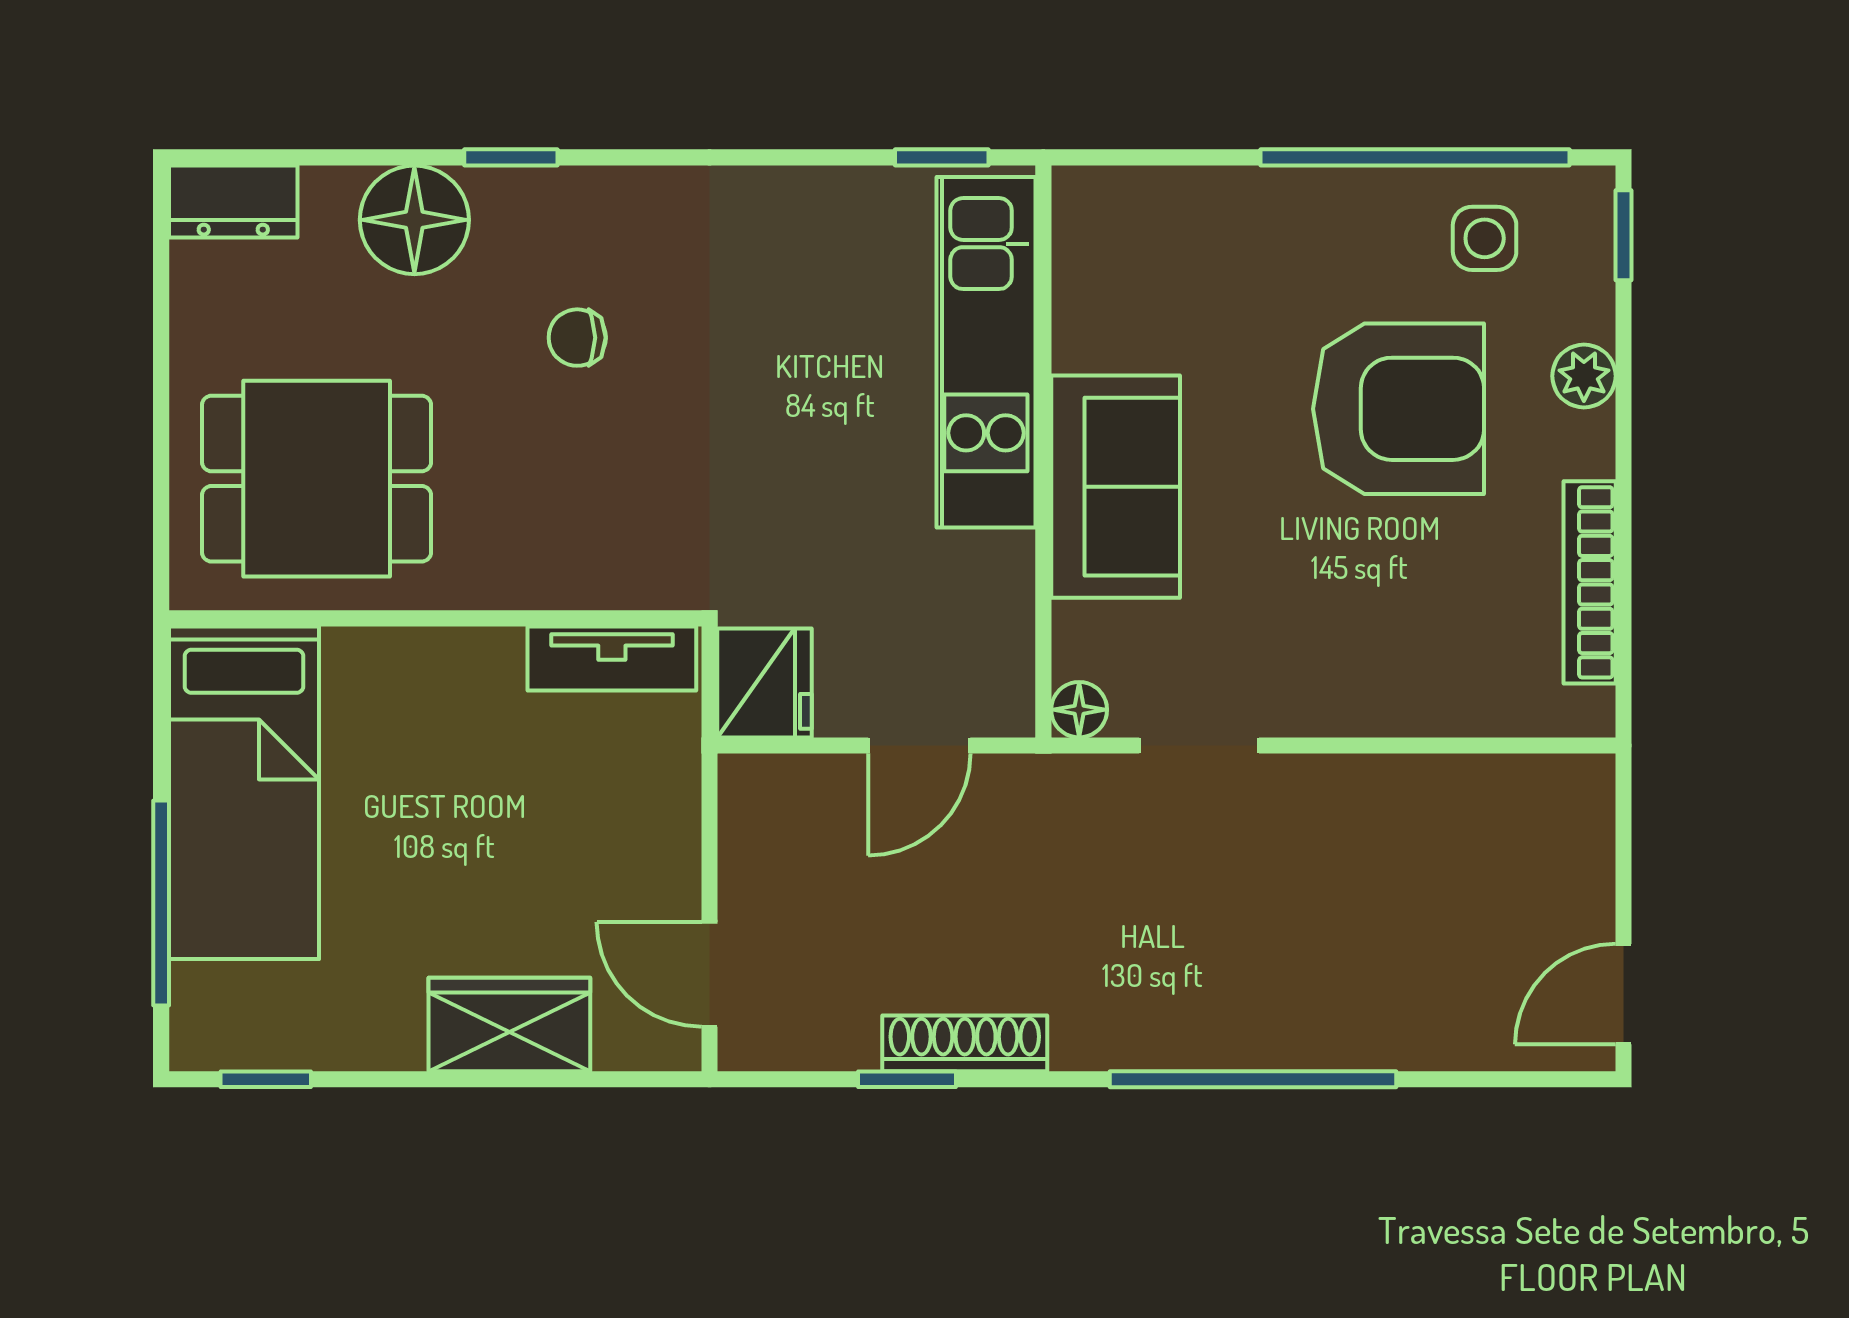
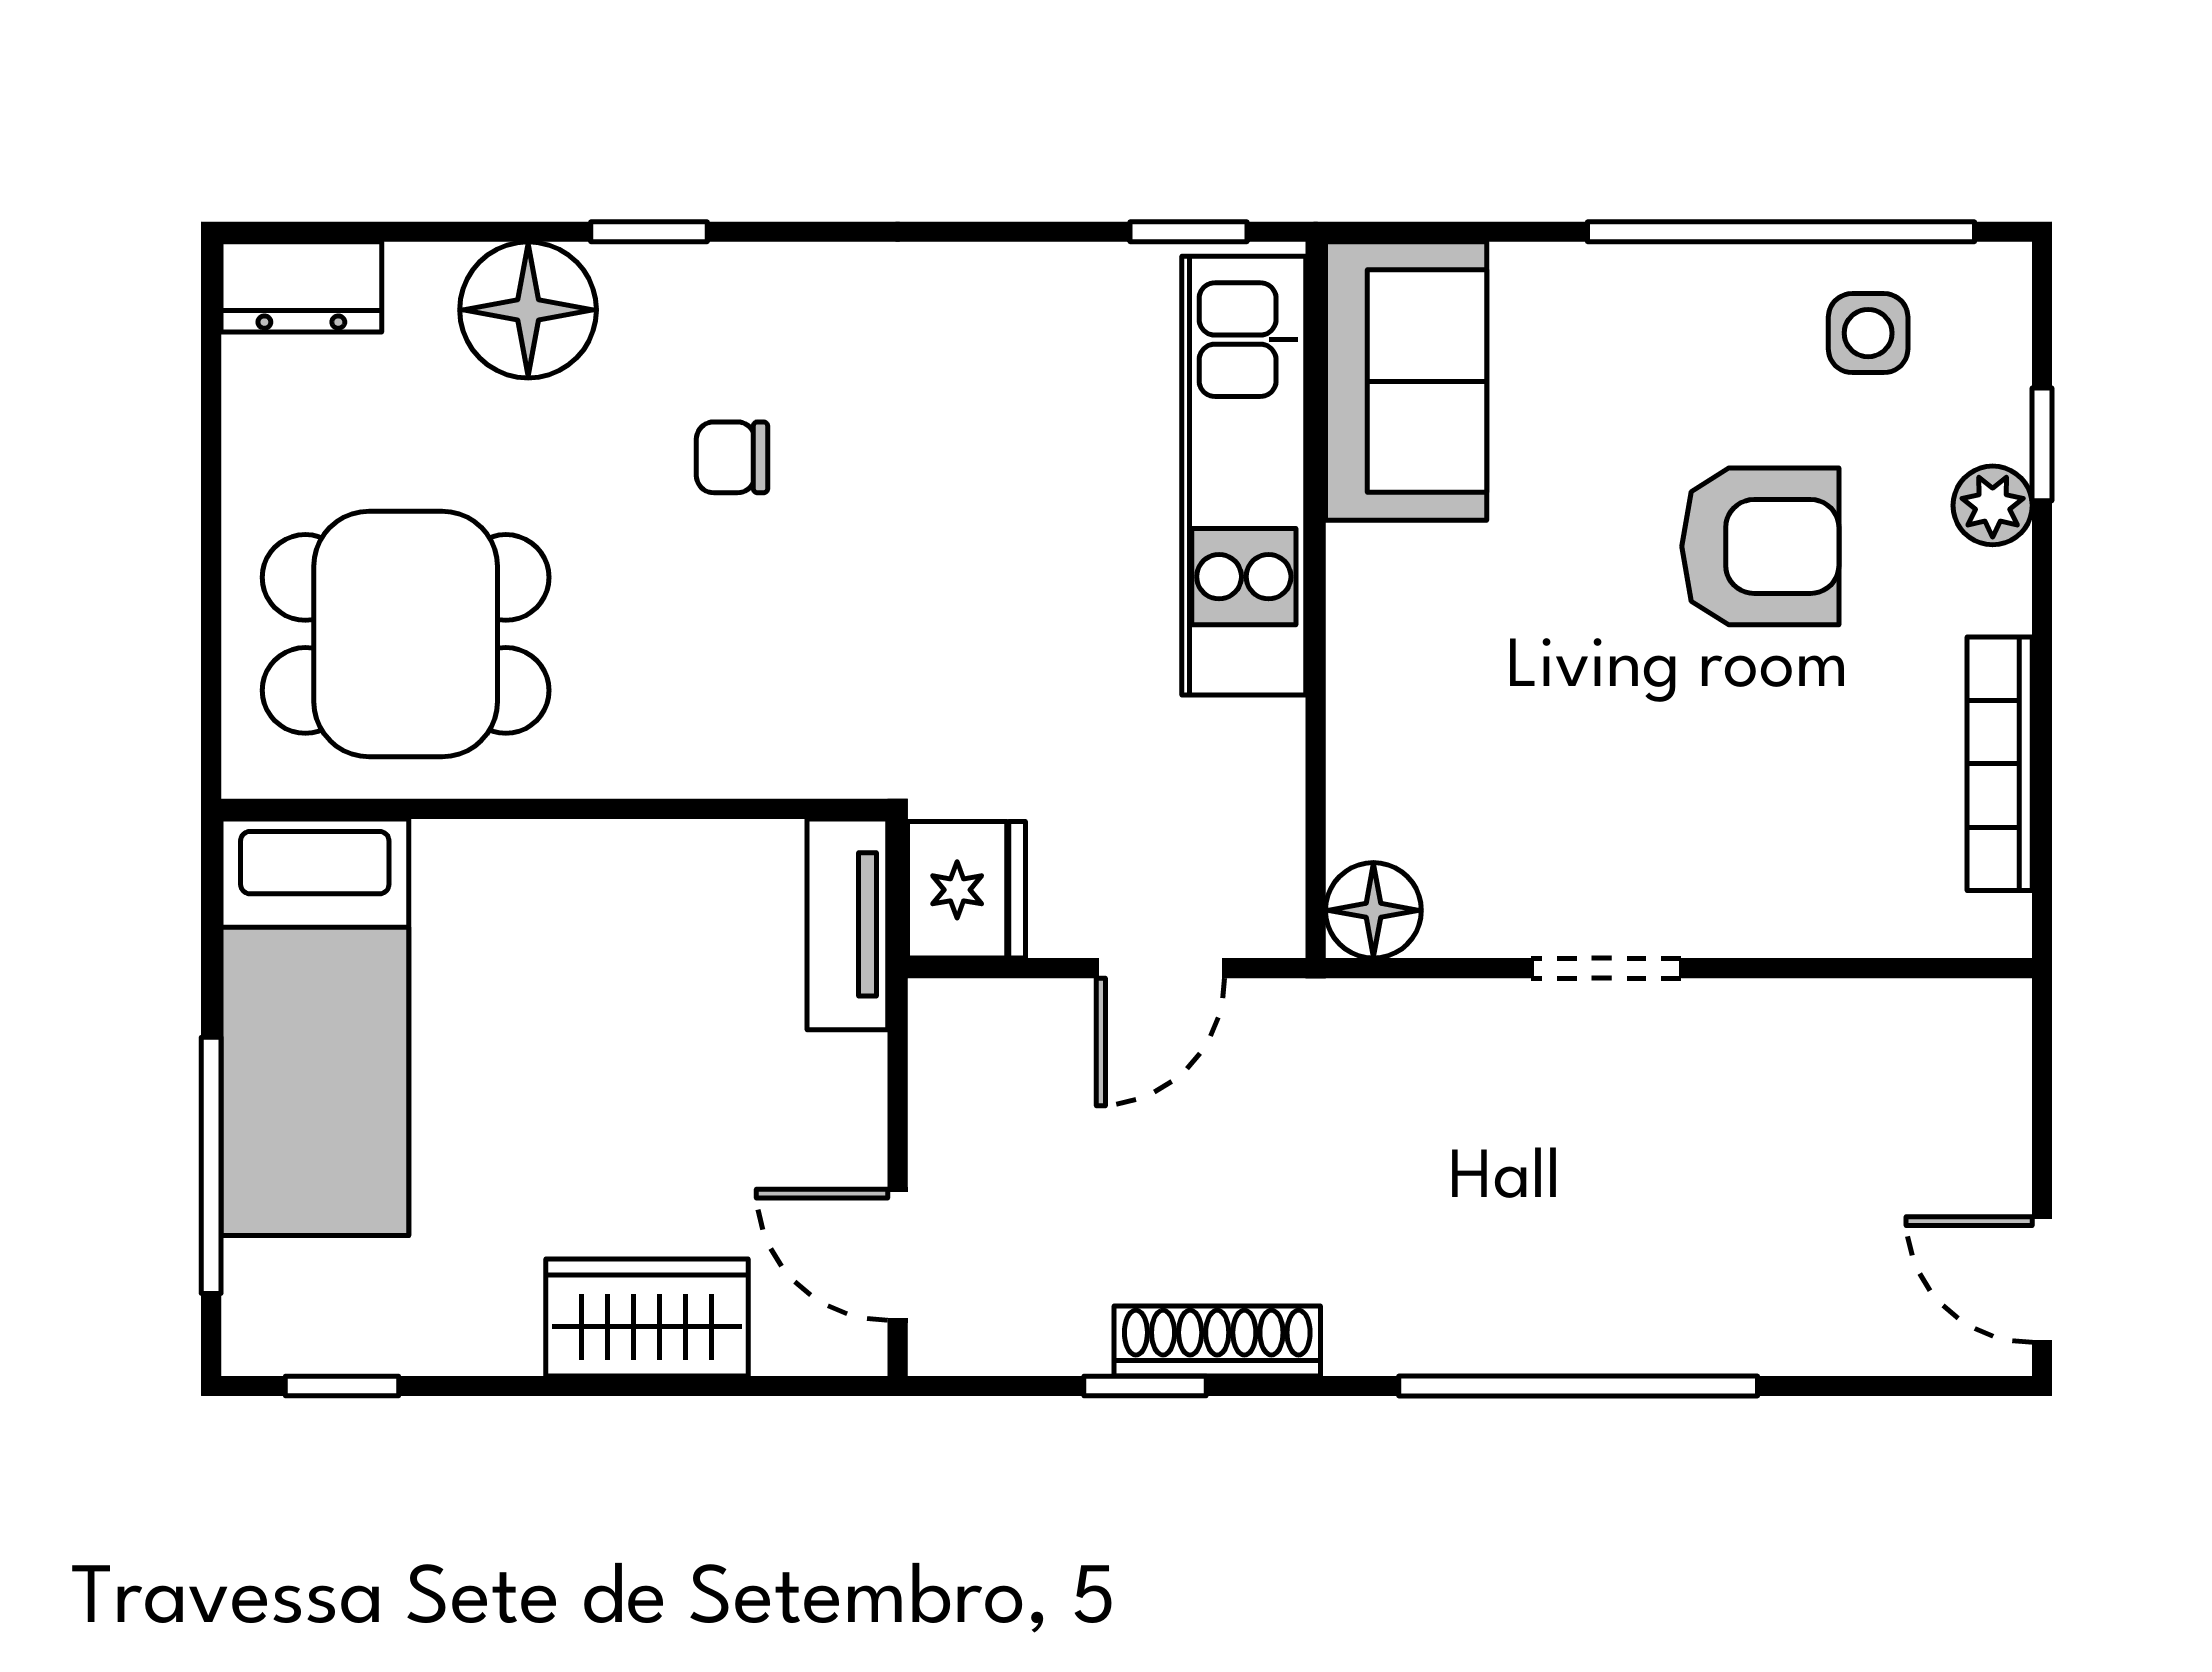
window: (1623, 235) -> (2042, 444), moved
armchair: (1398, 409) -> (1760, 546), width x0.73, depth x0.73
sofa: (1116, 487) -> (1406, 381), moved
tv unit: (612, 658) -> (847, 924), moved, turned 90
floor lamp: (1079, 710) -> (1373, 910), width x1.37, depth x1.37
doorway: (1199, 745) -> (1606, 968), moved
door: (1623, 994) -> (2042, 1280), hinge flipped

